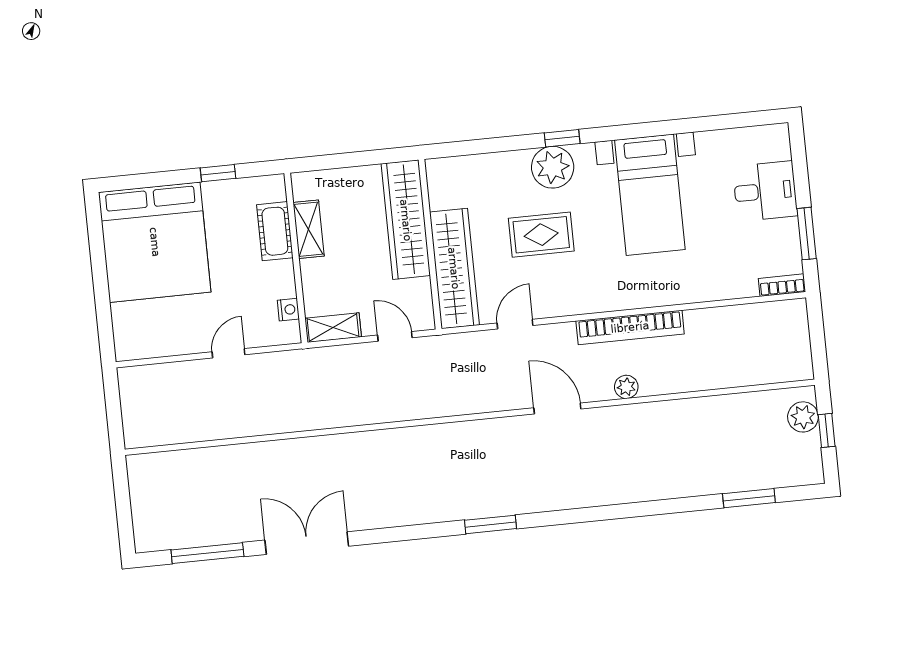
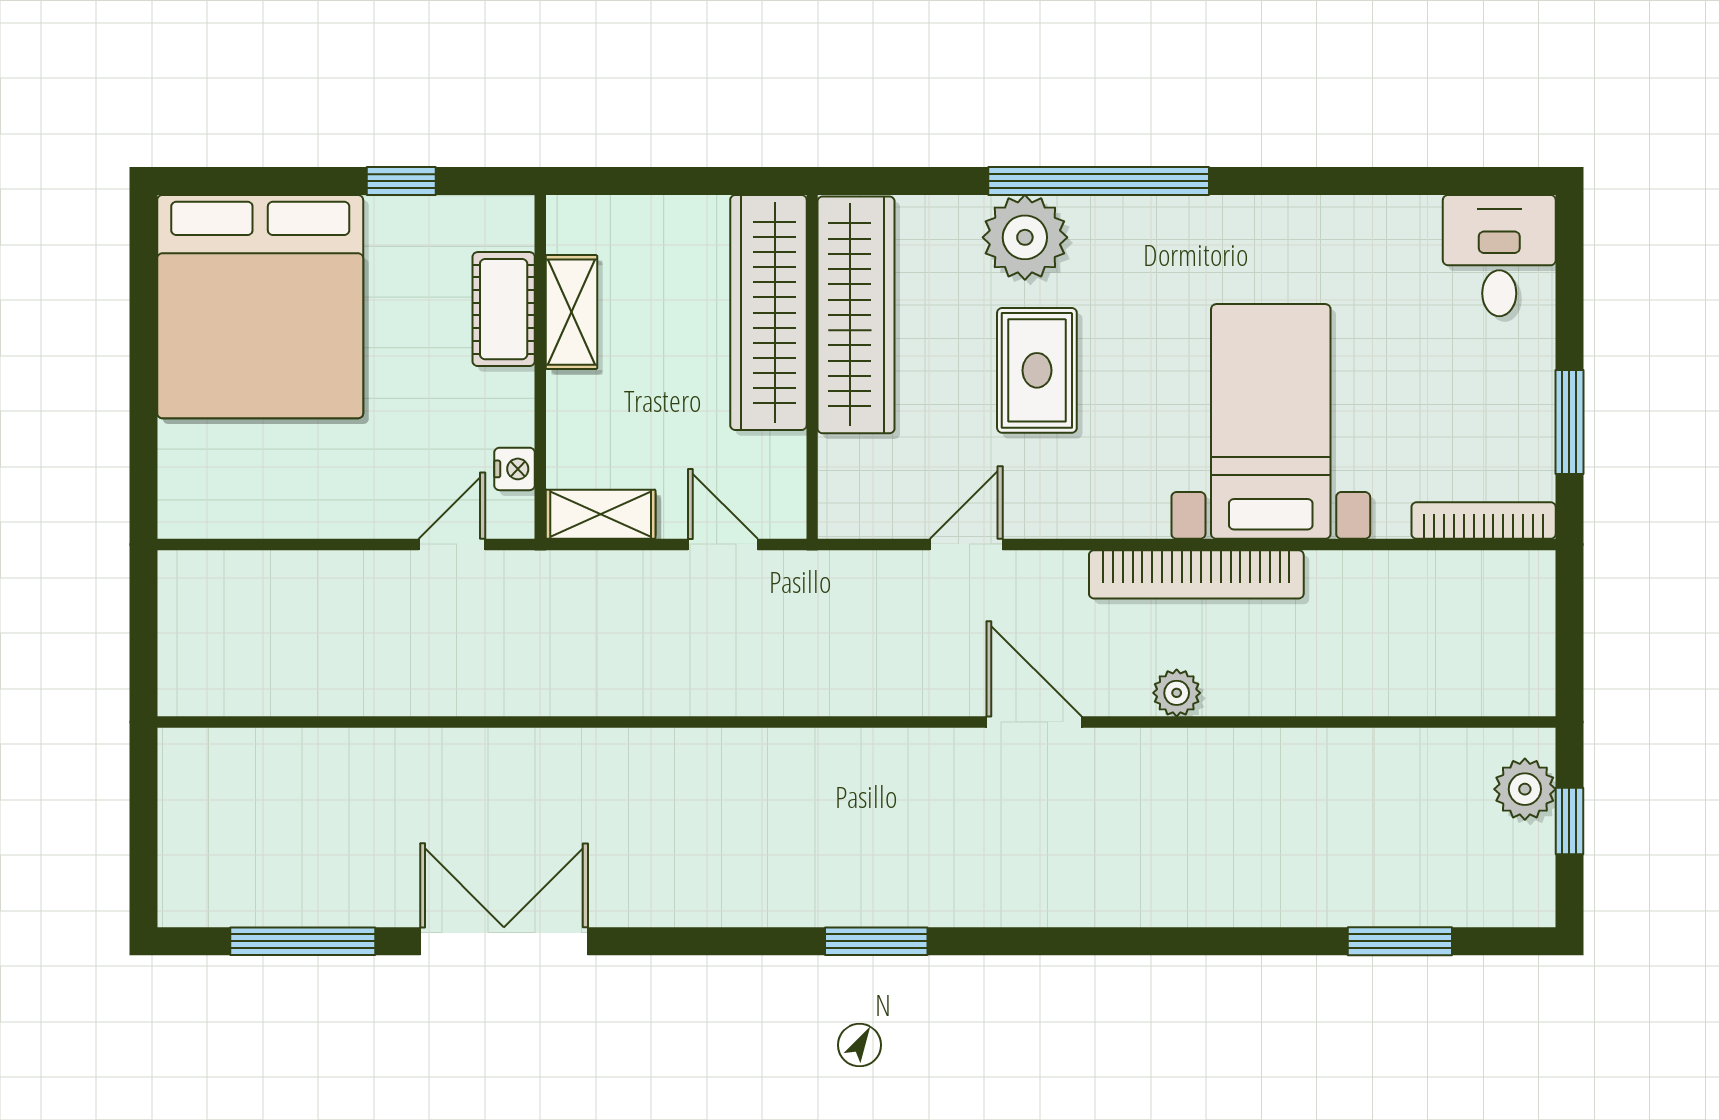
window: (562, 138) -> (1099, 181), width x3.17
plant: (553, 167) -> (1025, 237), moved
desk: (765, 191) -> (1499, 256), moved, turned -90
bed with nightstands: (650, 195) -> (1271, 421), moved, turned 180
rug: (541, 235) -> (1037, 370), turned 90
wardrobe: (454, 268) -> (856, 315), moved
bookcase: (782, 285) -> (1484, 520), width x1.56
door: (229, 353) -> (452, 544), moved

